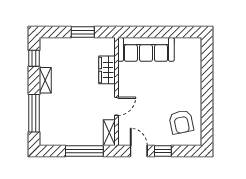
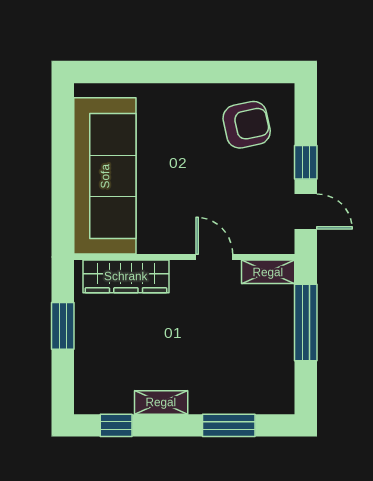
sofa: (146, 49) -> (105, 176), width x1.36, depth x1.27
wardrobe: (107, 70) -> (126, 276), width x1.50
window: (34, 113) -> (229, 425), width x0.69
door: (139, 151) -> (306, 211), swing flipped

